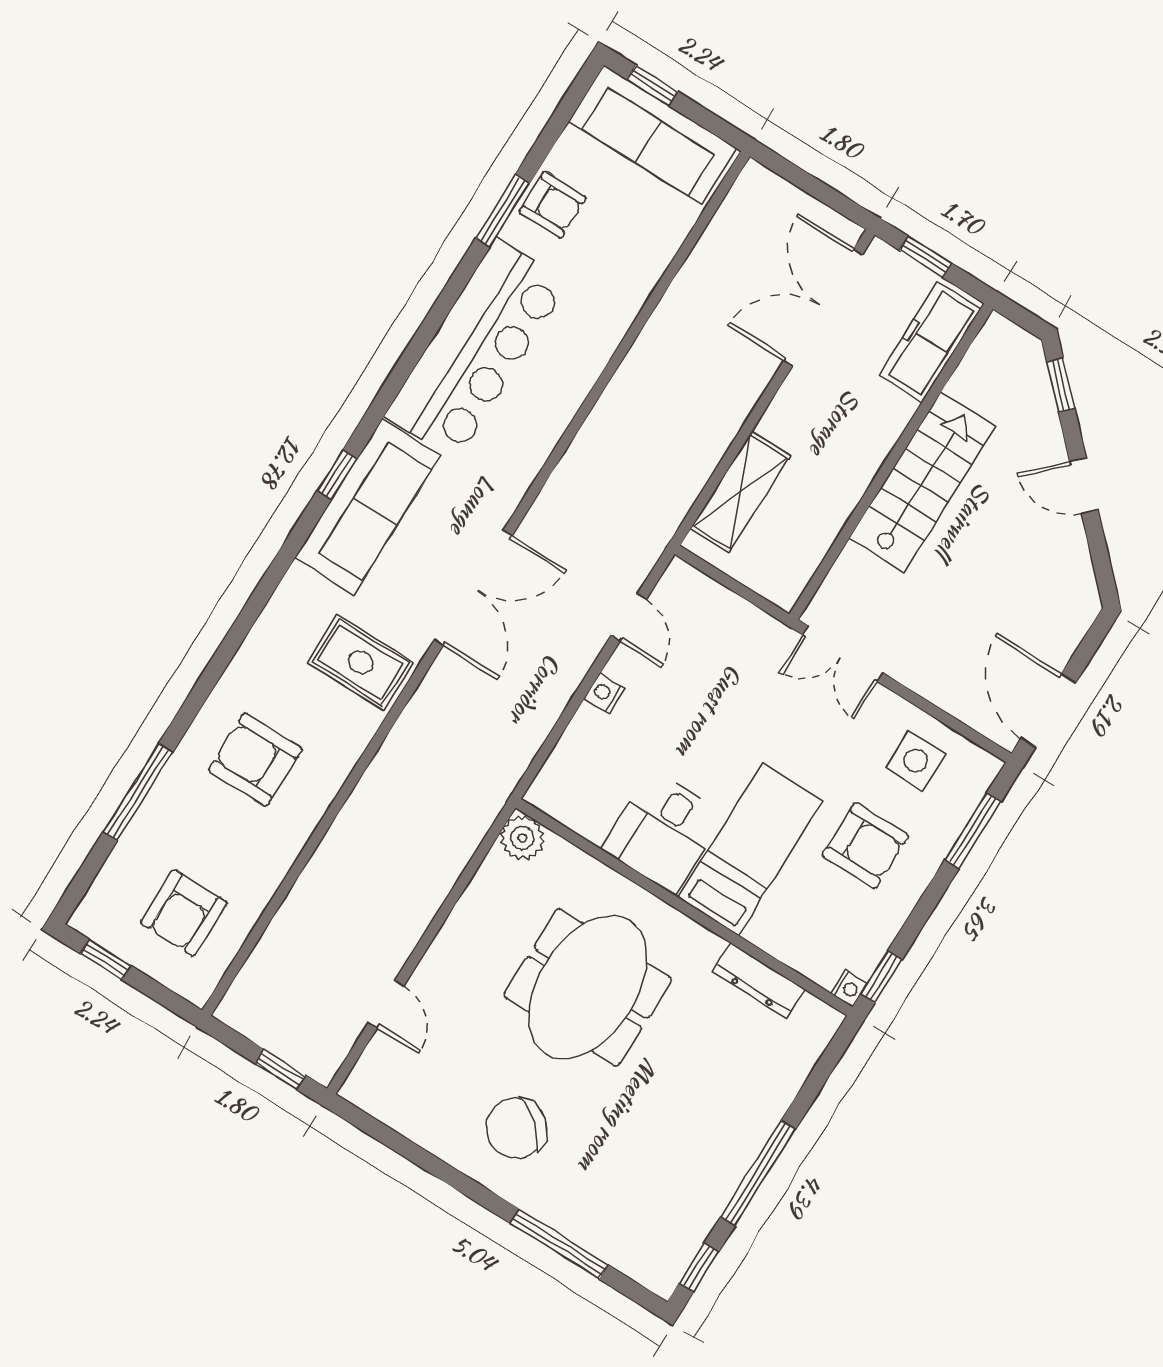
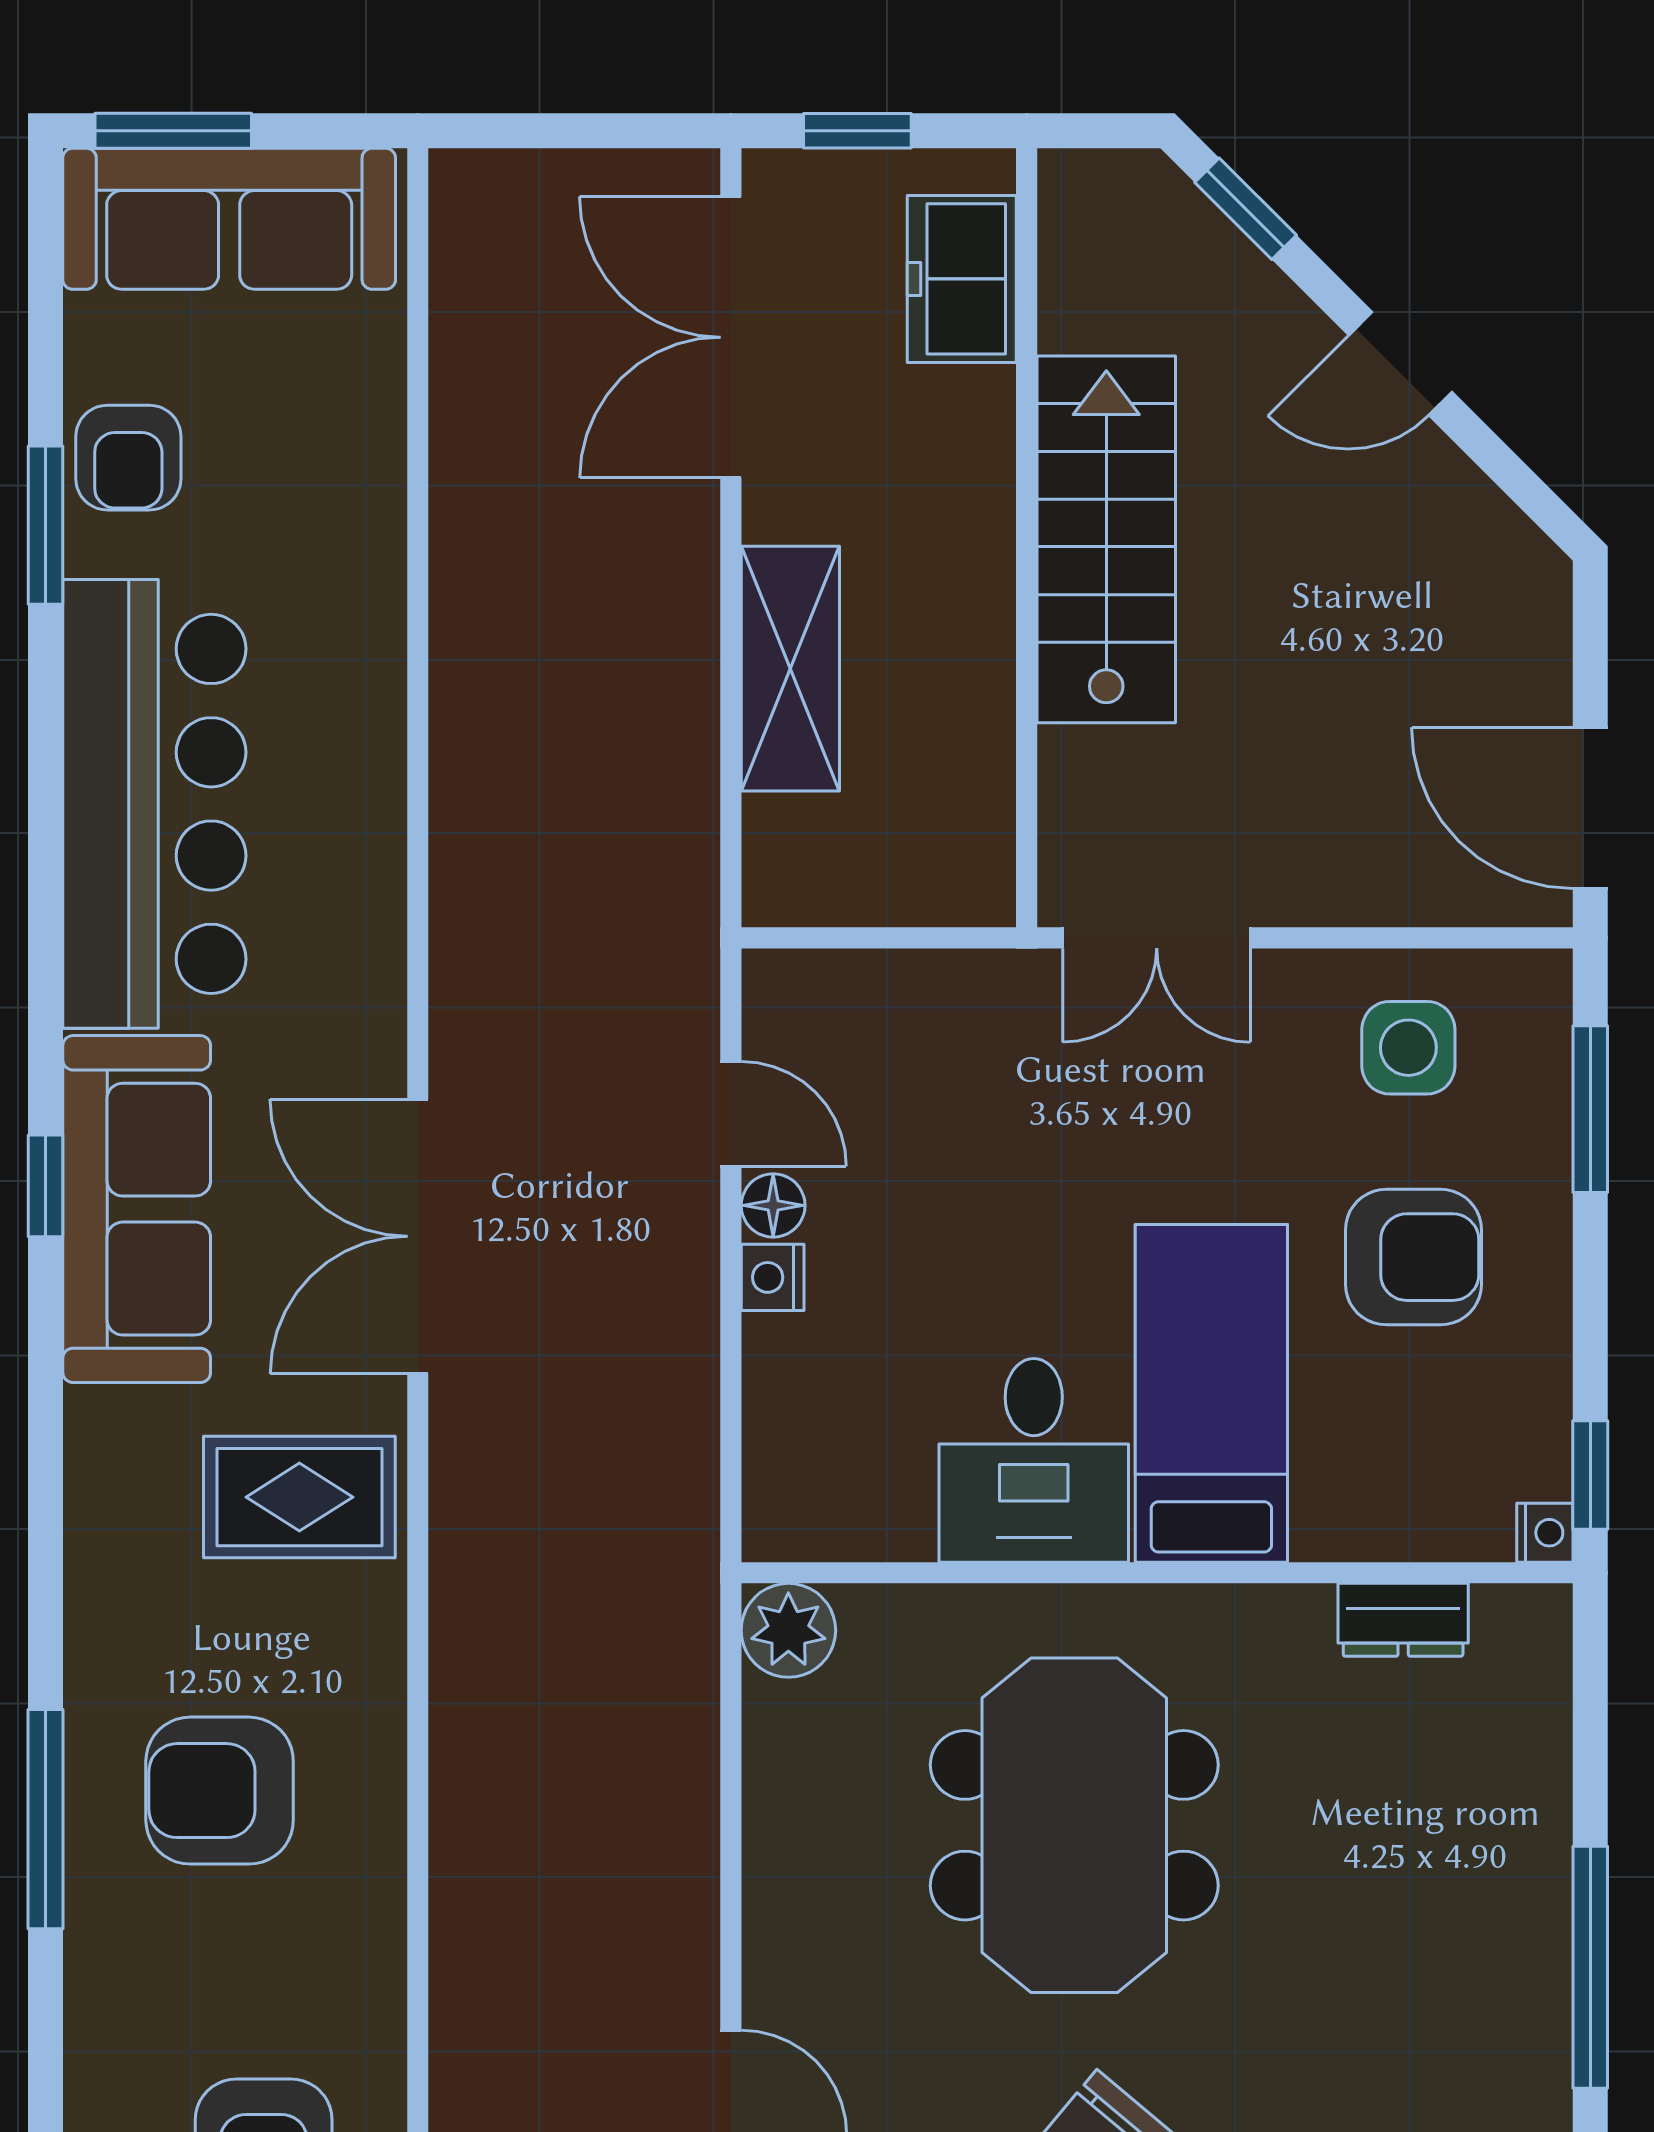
window: (652, 85) -> (173, 131), width x1.50
armchair: (553, 205) -> (128, 458), turned 90
freezer: (930, 342) -> (962, 279), width x0.71
shelving: (740, 492) -> (790, 669), moved
double door: (473, 588) -> (418, 1236), swing flipped
floor lamp: (623, 665) -> (773, 1205), added
window: (138, 792) -> (45, 1819), moved
dresser: (759, 981) -> (1403, 1620), width x0.70

